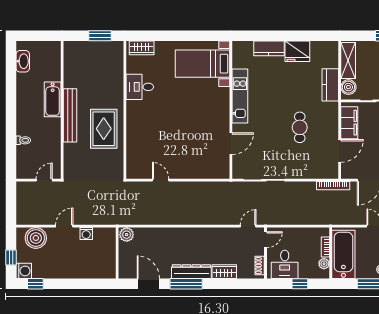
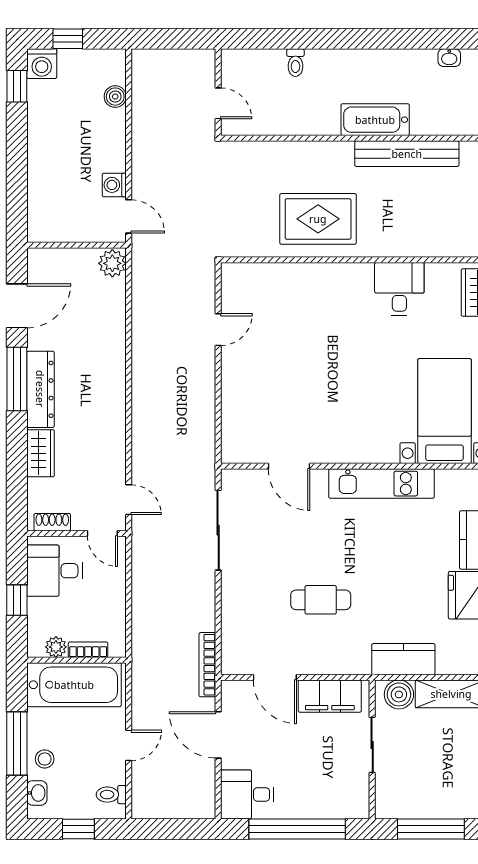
washbasin: (23, 61) -> (449, 58), width x0.52, depth x0.69
bench: (70, 115) -> (407, 154), moved
door: (64, 226) -> (129, 216), moved
boiler: (36, 238) -> (115, 97), width x0.54, depth x0.54

